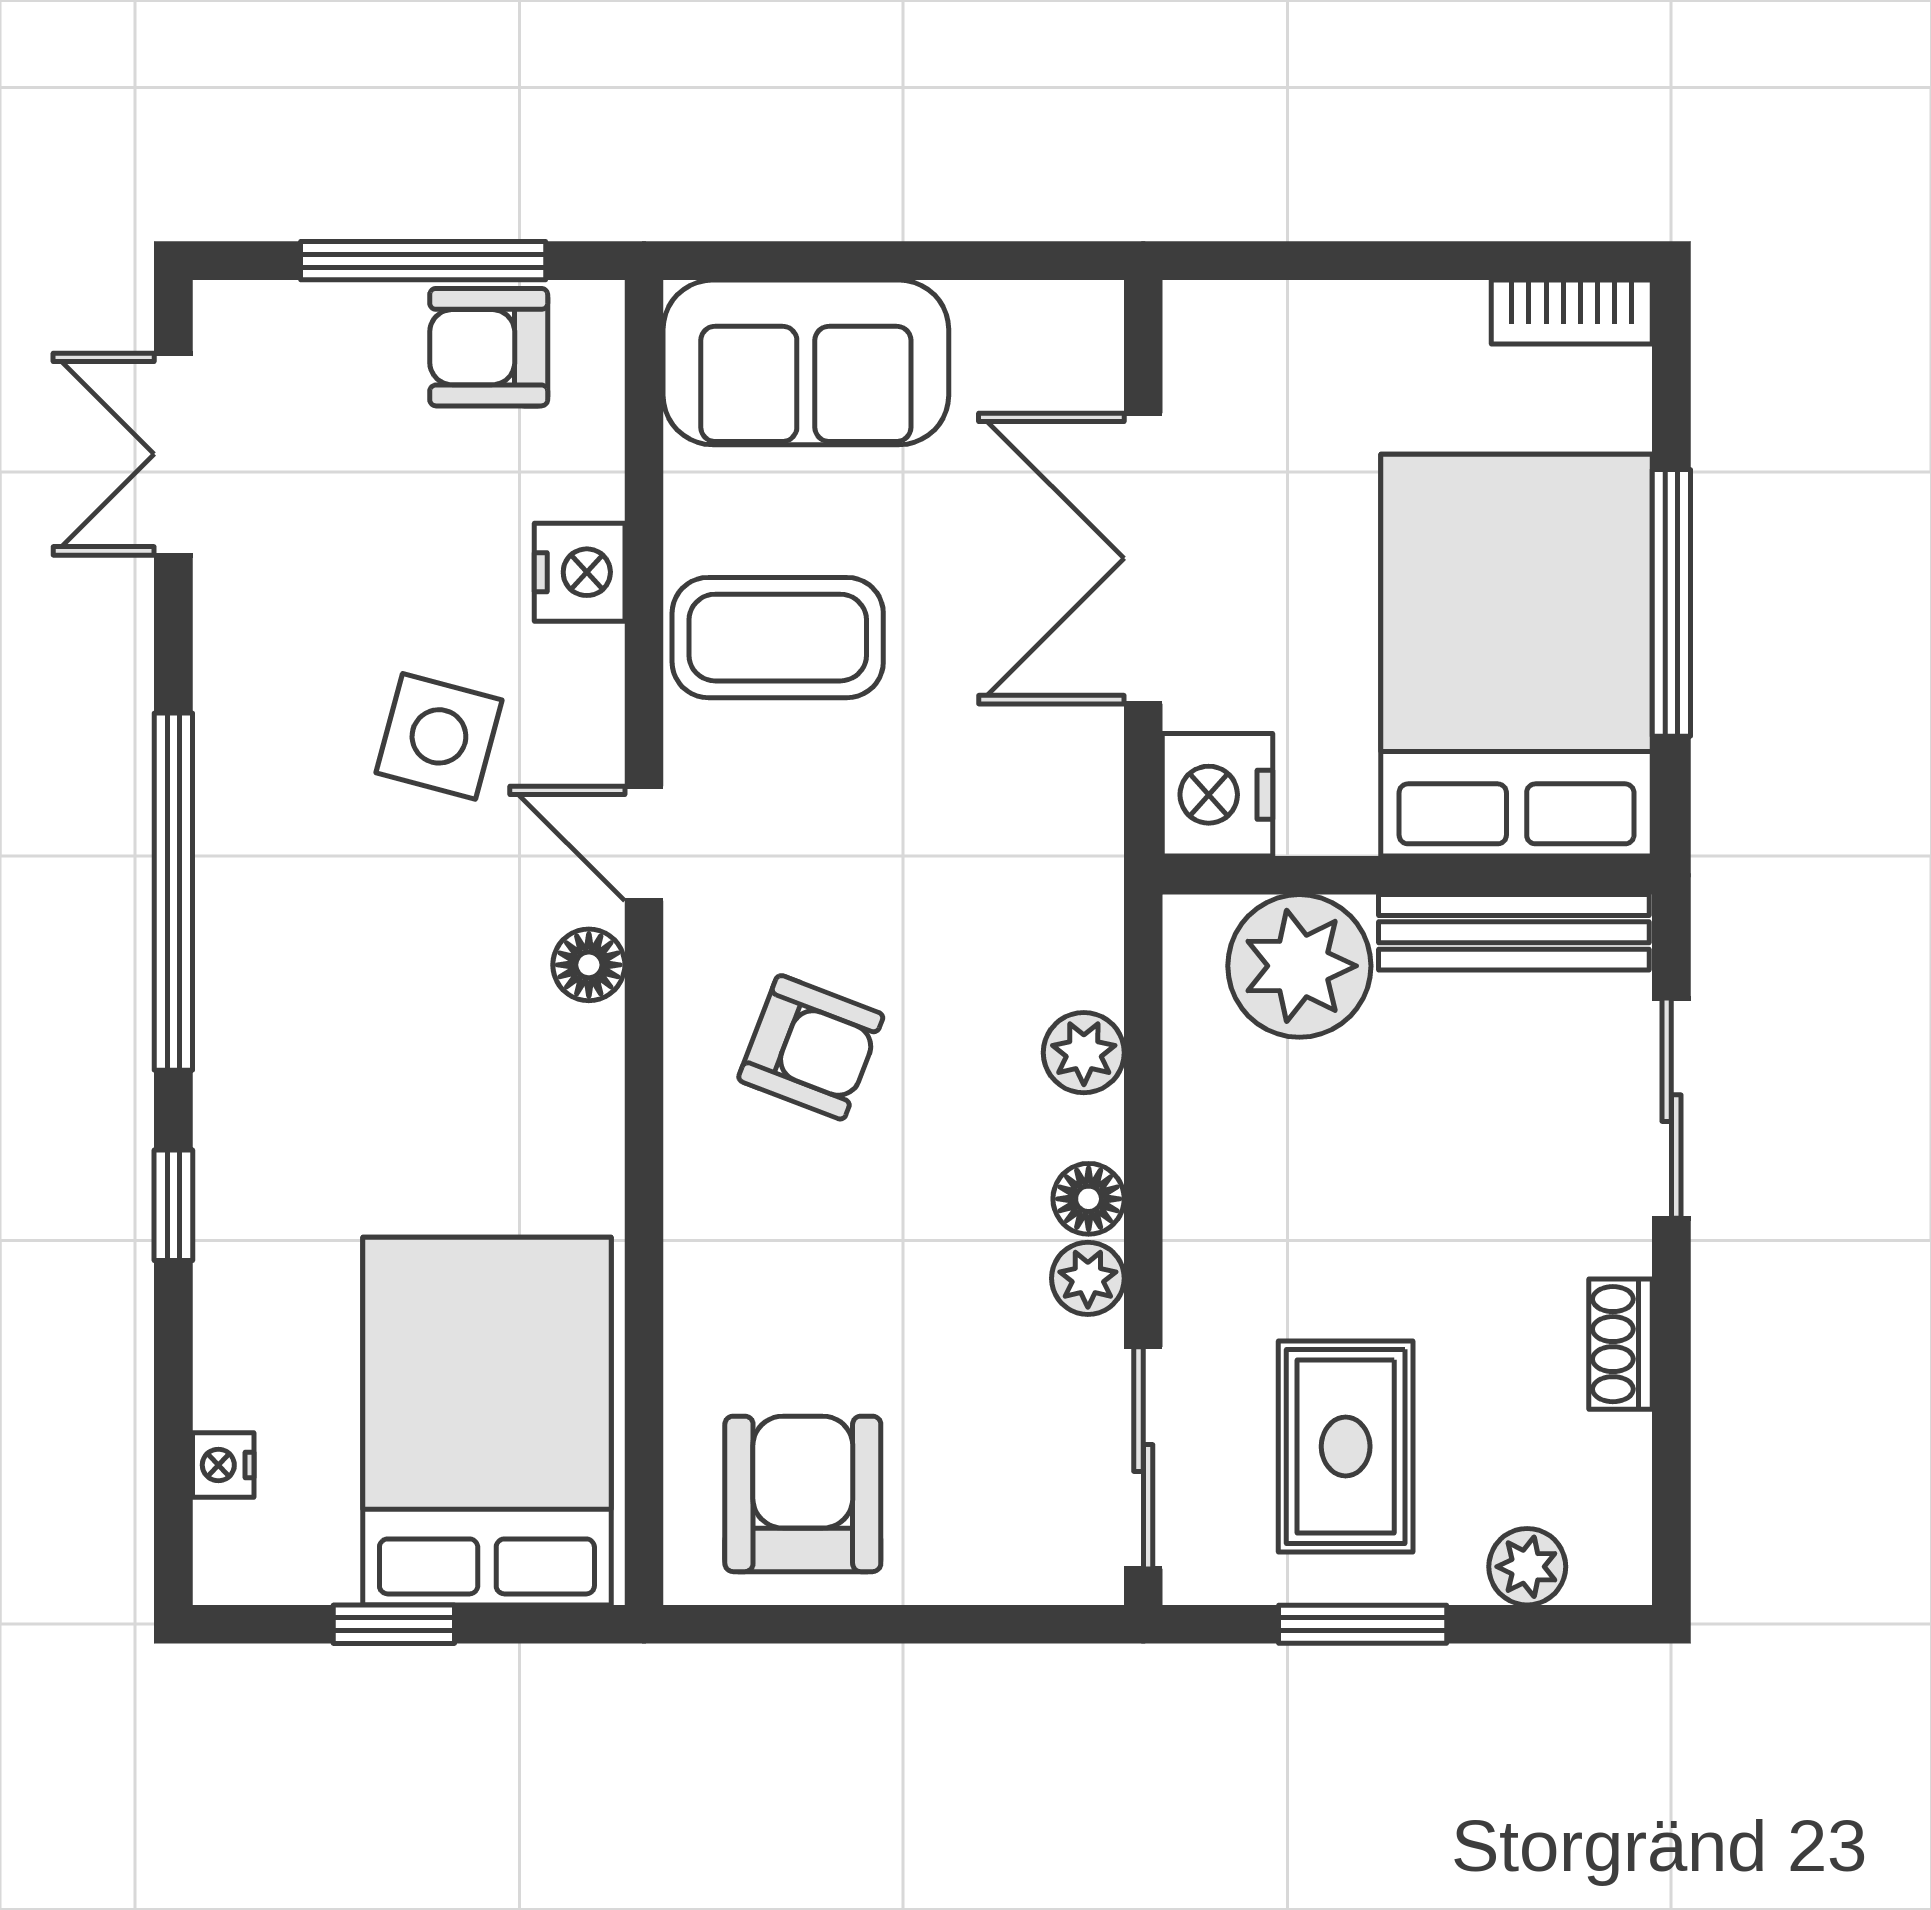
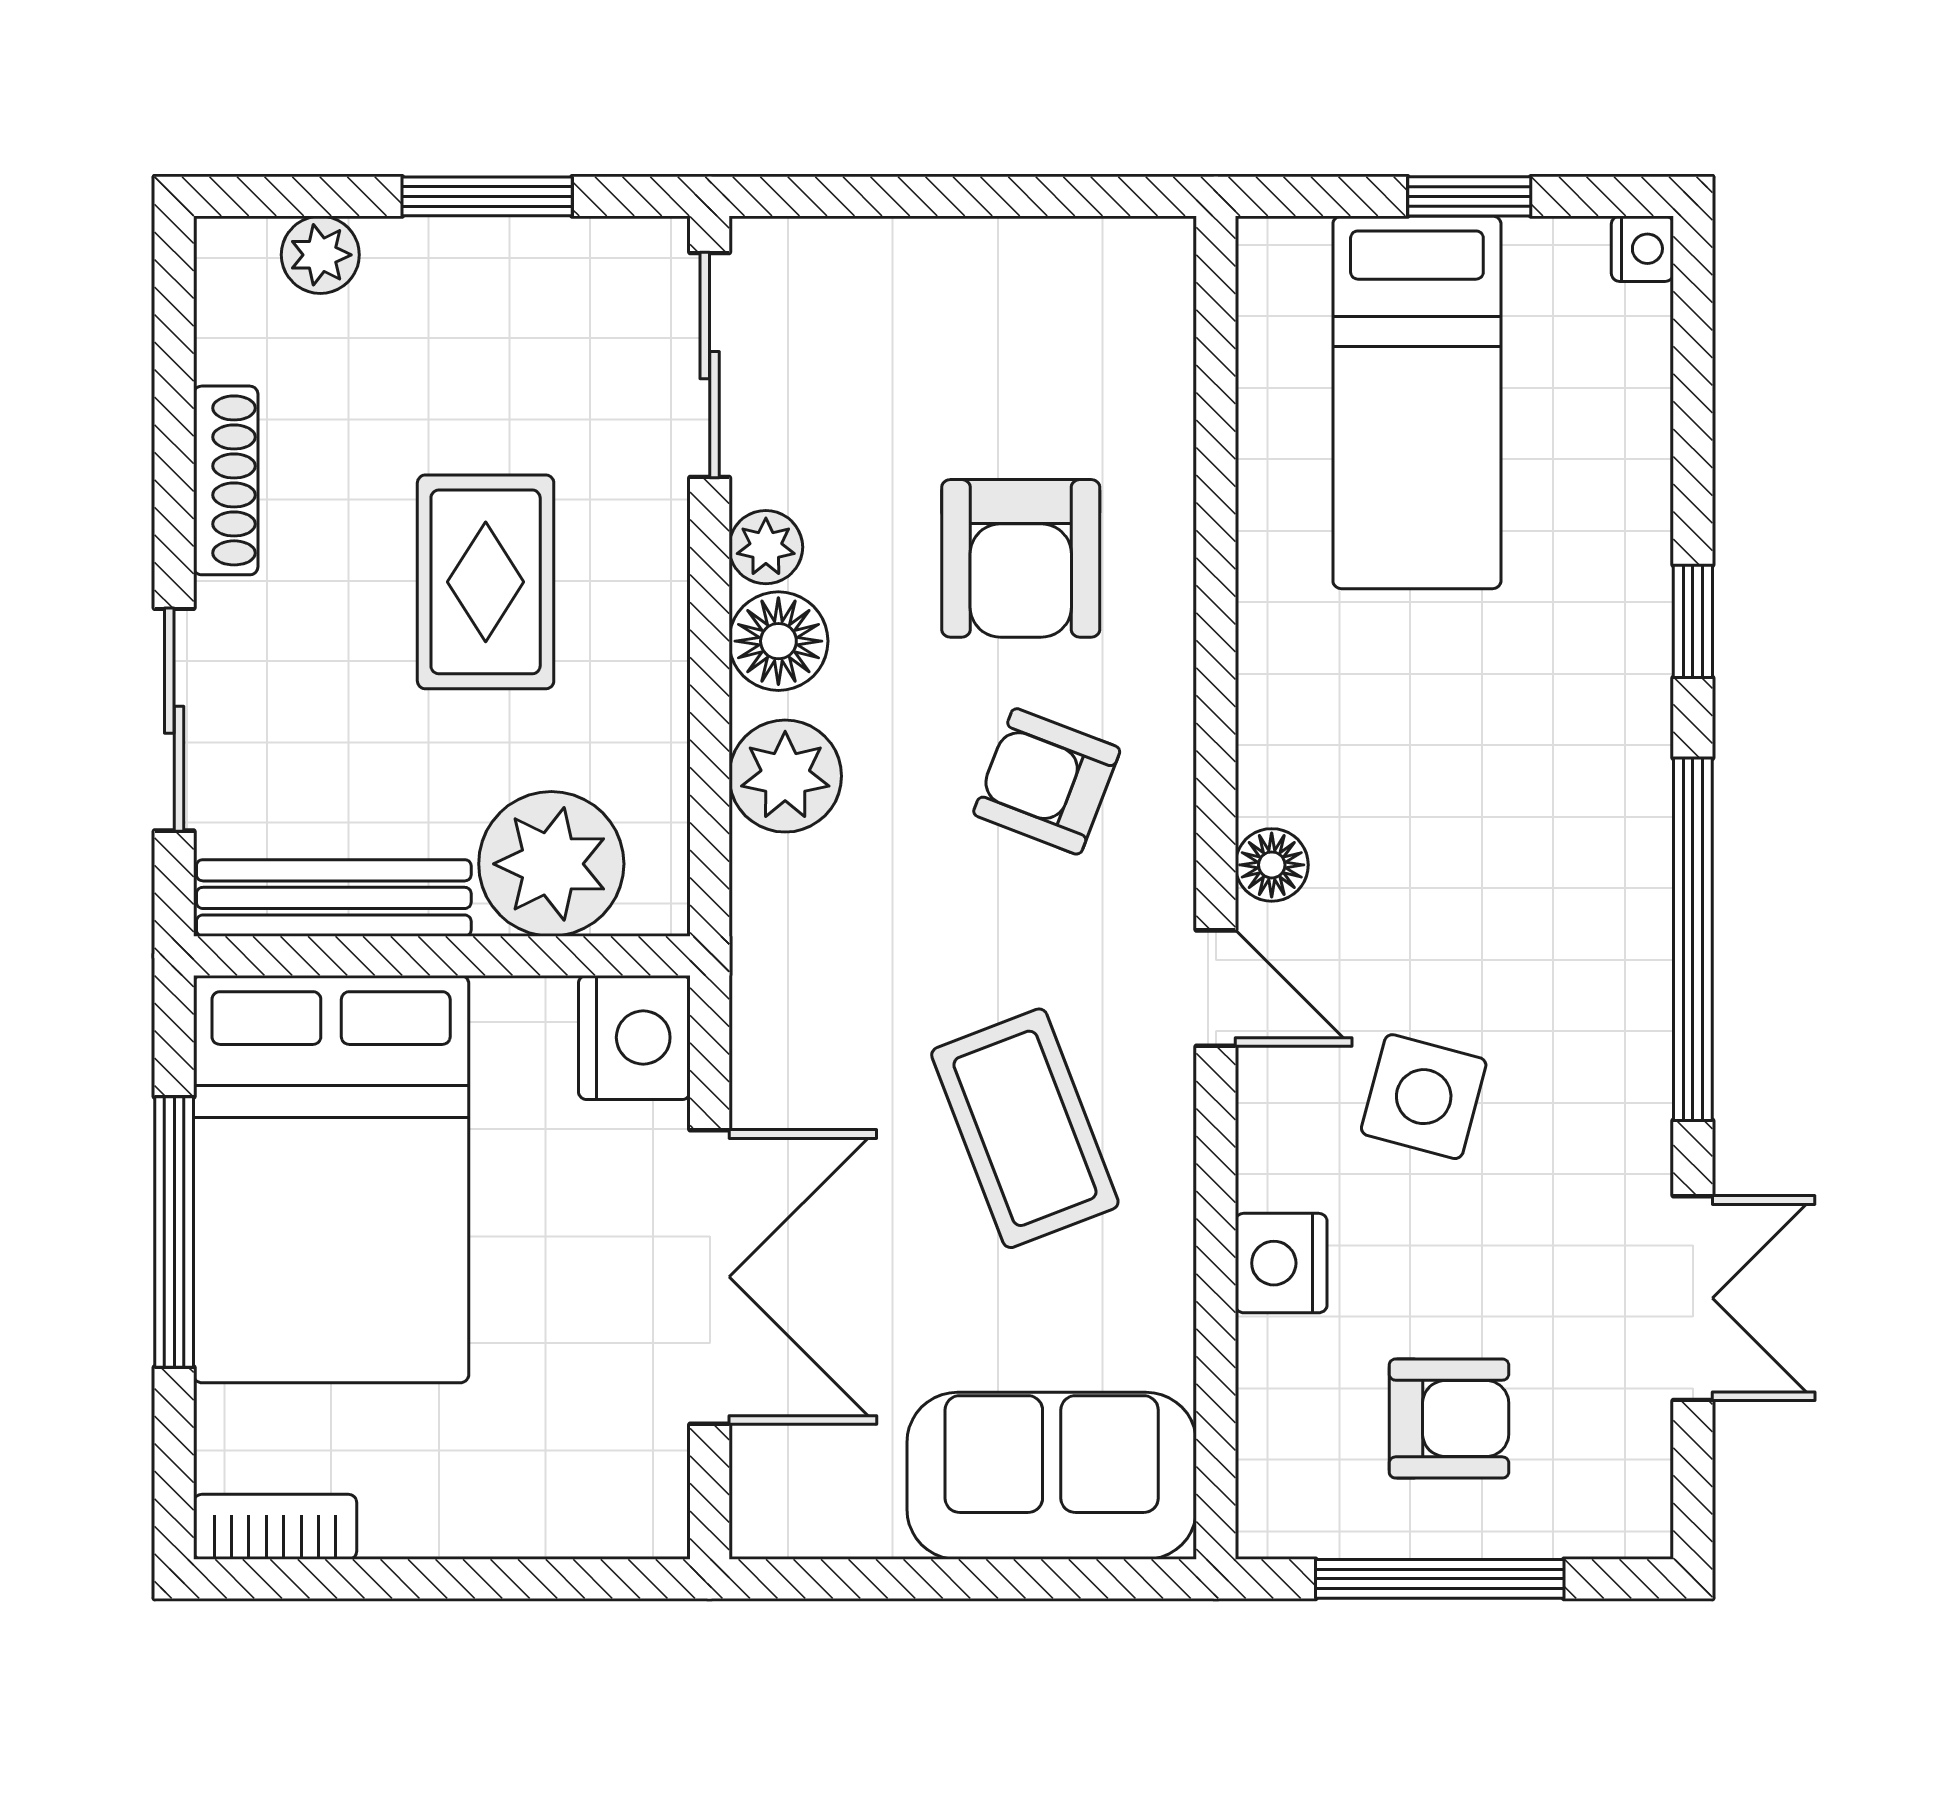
armchair: (489, 347) -> (1449, 1419), moved
double door: (173, 454) -> (1693, 1298), moved
coffee table: (778, 638) -> (1025, 1128), moved, turned 69
plant: (1084, 1053) -> (785, 776), width x1.38, depth x1.38
floor lamp: (1089, 1199) -> (778, 641), width x1.37, depth x1.37
shoe rack: (1621, 1344) -> (226, 480), width x1.43
bed: (487, 1421) -> (1417, 402), width x0.67
rug: (1346, 1446) -> (486, 582), moved
nightstand: (223, 1465) -> (1642, 249), moved
armchair: (803, 1494) -> (1021, 558), moved

